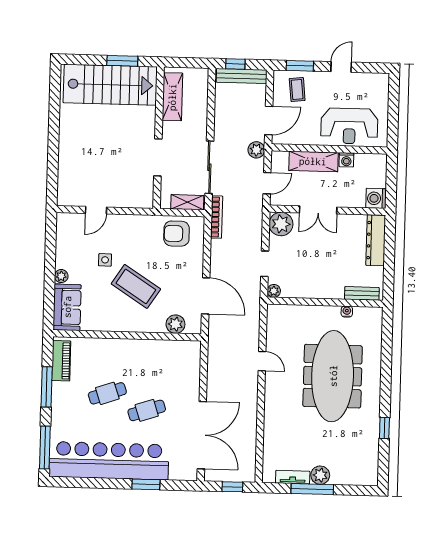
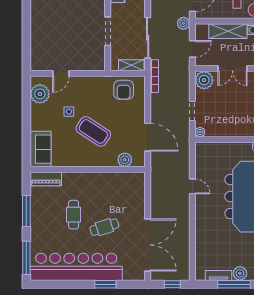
armchair: (177, 234) -> (124, 90), turned -90
plant: (61, 276) -> (40, 94), moved, width x1.87, depth x1.87
piano: (61, 361) -> (46, 179), moved, turned 90
cafe table: (107, 393) -> (74, 215), turned -71

